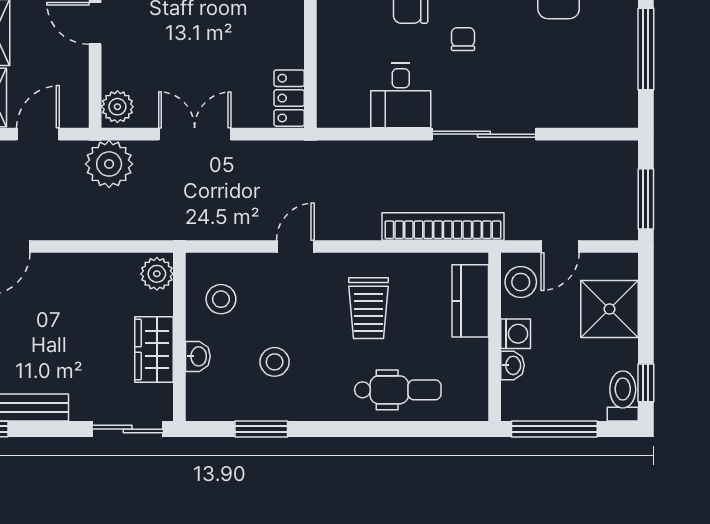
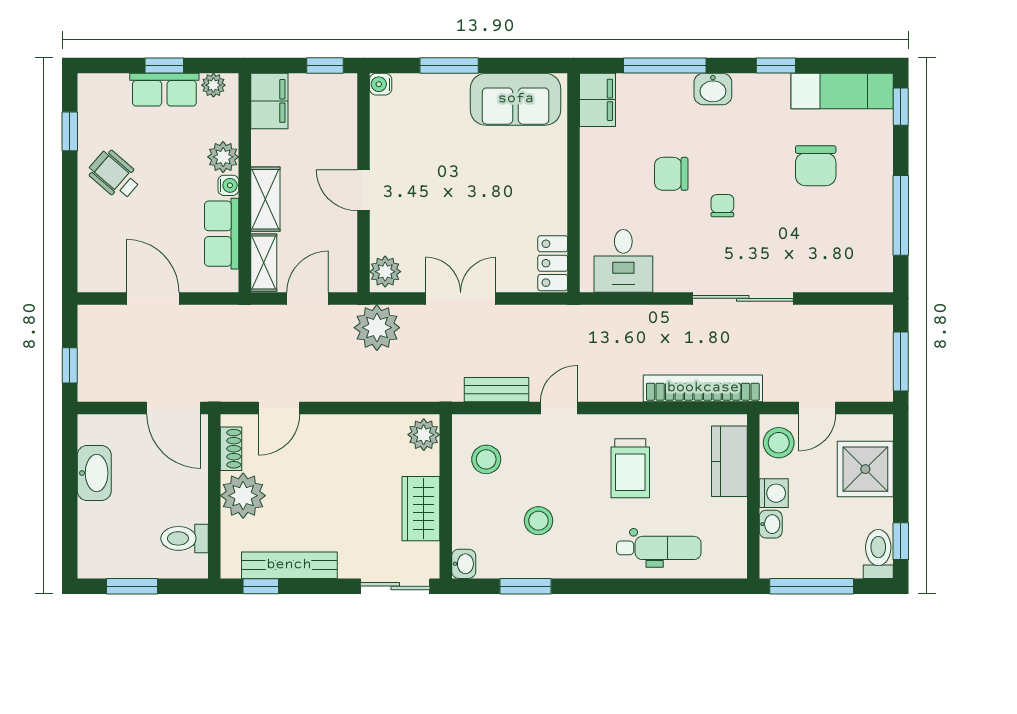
desk: (401, 96) -> (623, 261), moved
bench: (232, 228) -> (497, 390), added
washbasin: (198, 356) -> (464, 564), moved

